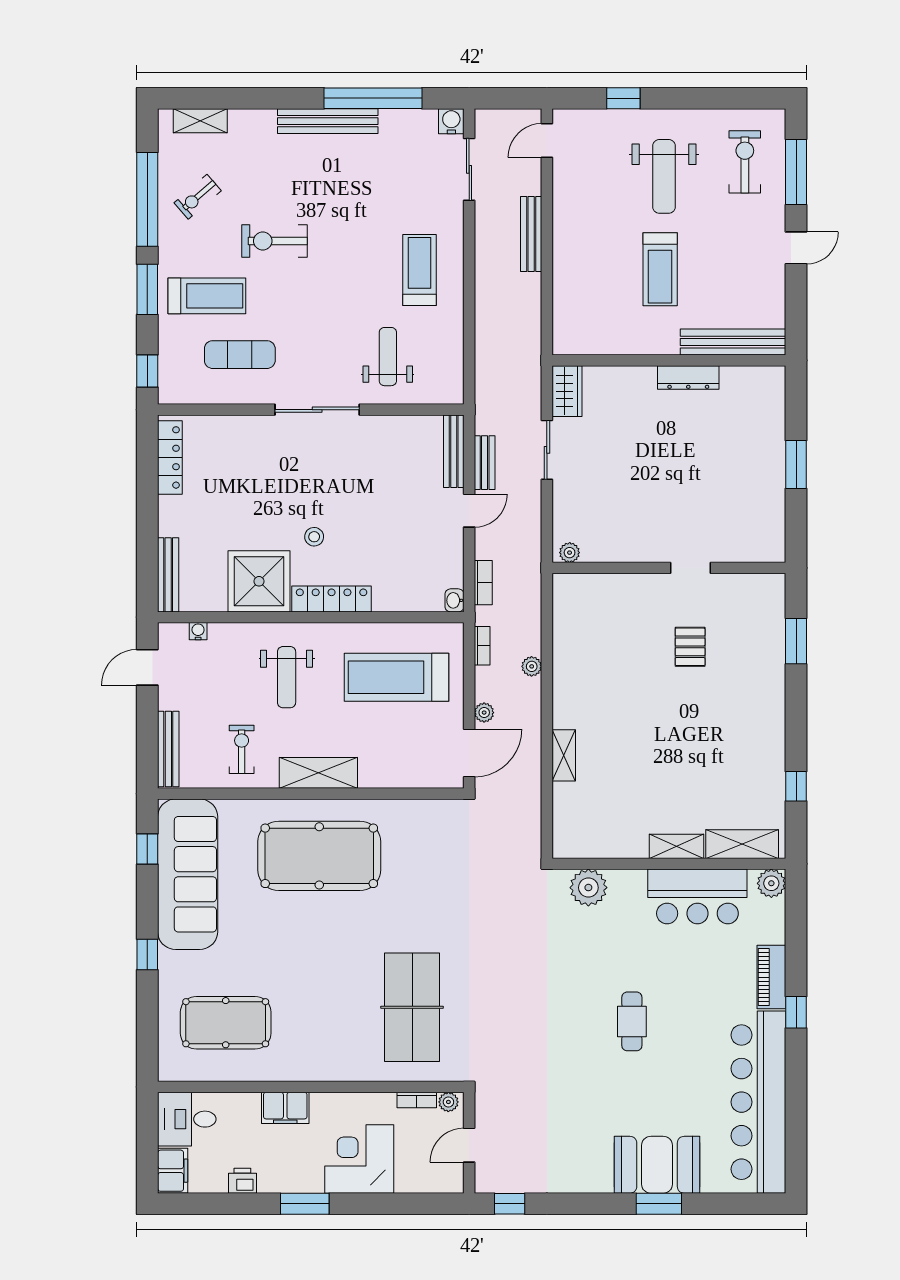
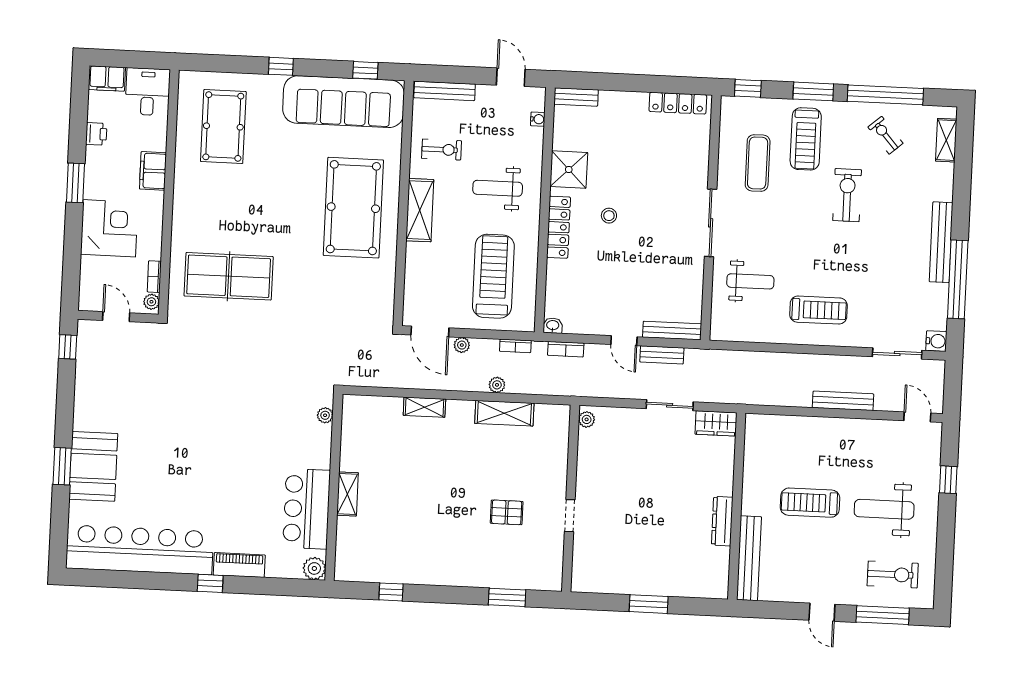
bench: (168, 575) -> (576, 97), width x0.73
shower: (259, 581) -> (569, 170), width x0.73, depth x0.73
shelving: (742, 844) -> (504, 413), moved, turned 90
plant: (588, 888) -> (325, 415), width x0.53, depth x0.53
cafe table: (632, 1021) -> (209, 452), removed

